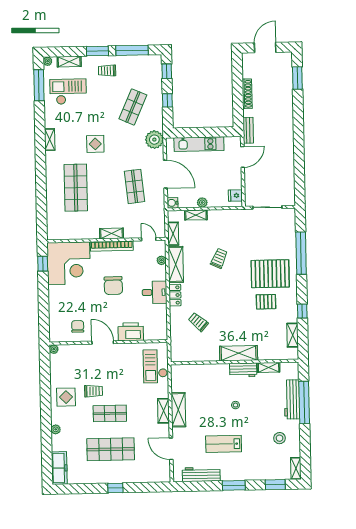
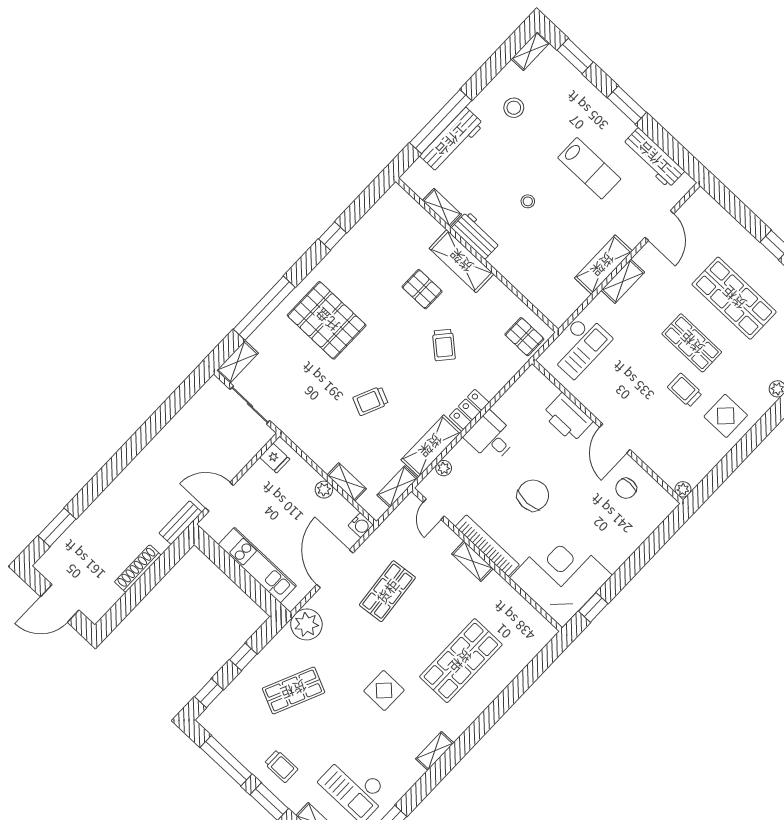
pallet: (266, 302) -> (422, 289), moved
trolley: (198, 322) -> (444, 345), moved
shelving: (293, 335) -> (237, 362), moved
pallet: (182, 348) -> (524, 337), added

